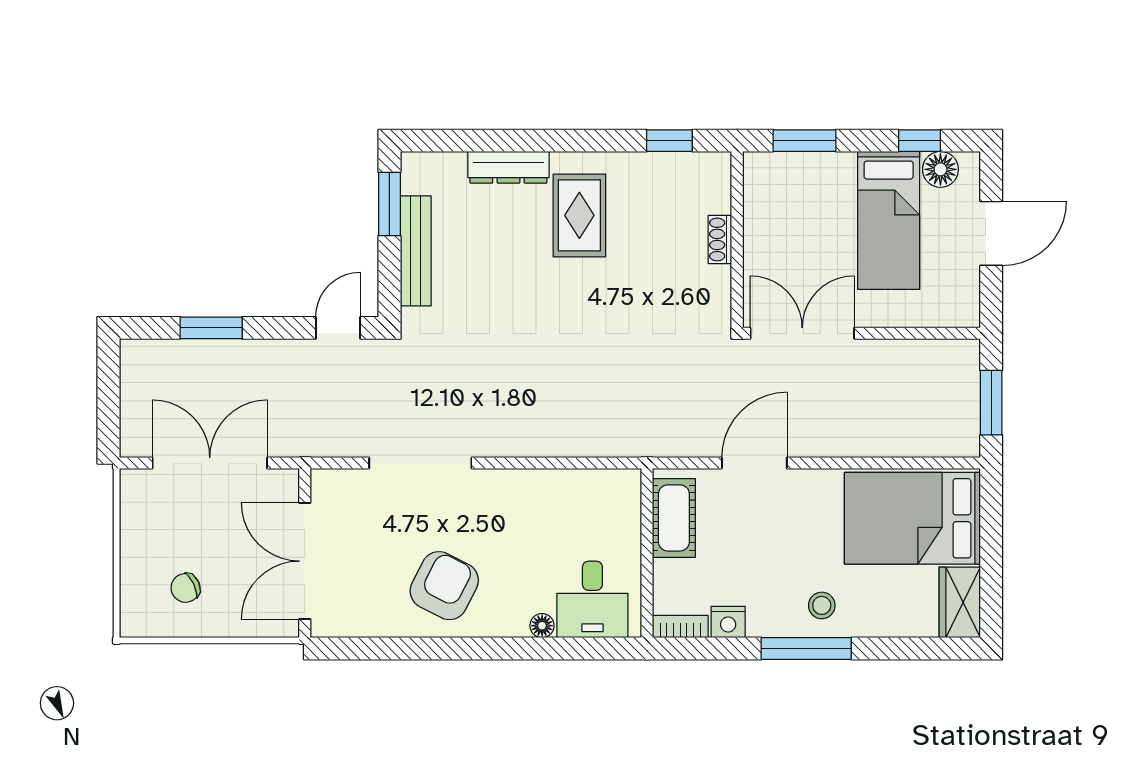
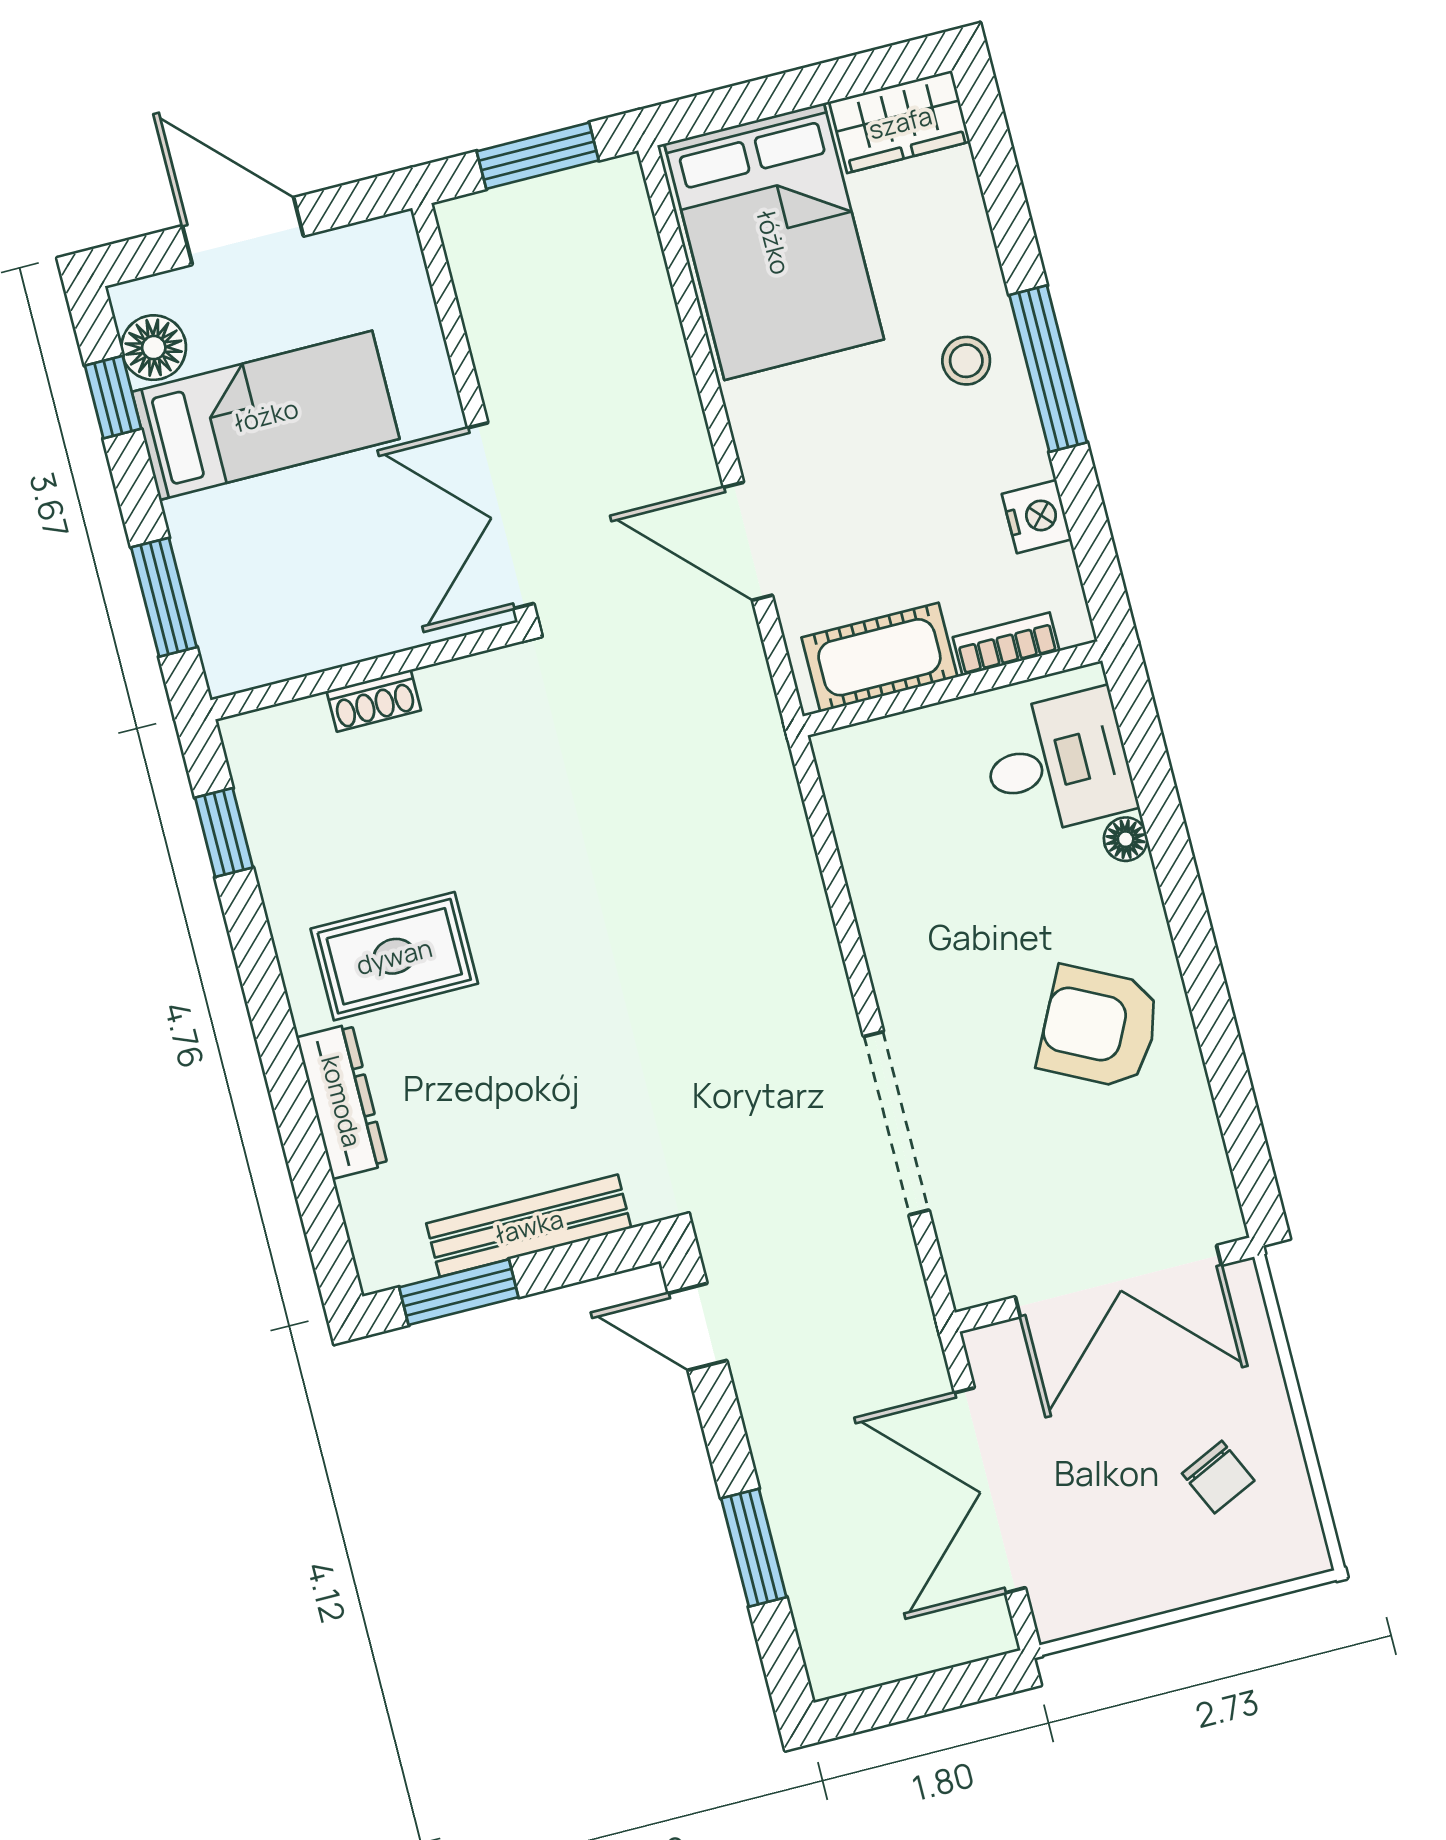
bookcase: (680, 627) -> (1006, 644), moved, turned 90

